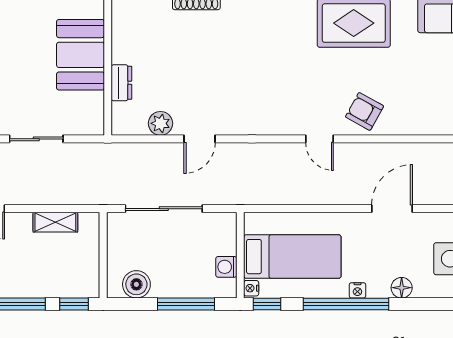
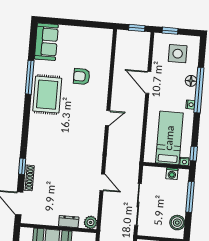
armchair: (365, 111) -> (82, 76), moved, turned 61
plant: (160, 123) -> (91, 222), moved
window: (346, 304) -> (199, 90), moved

